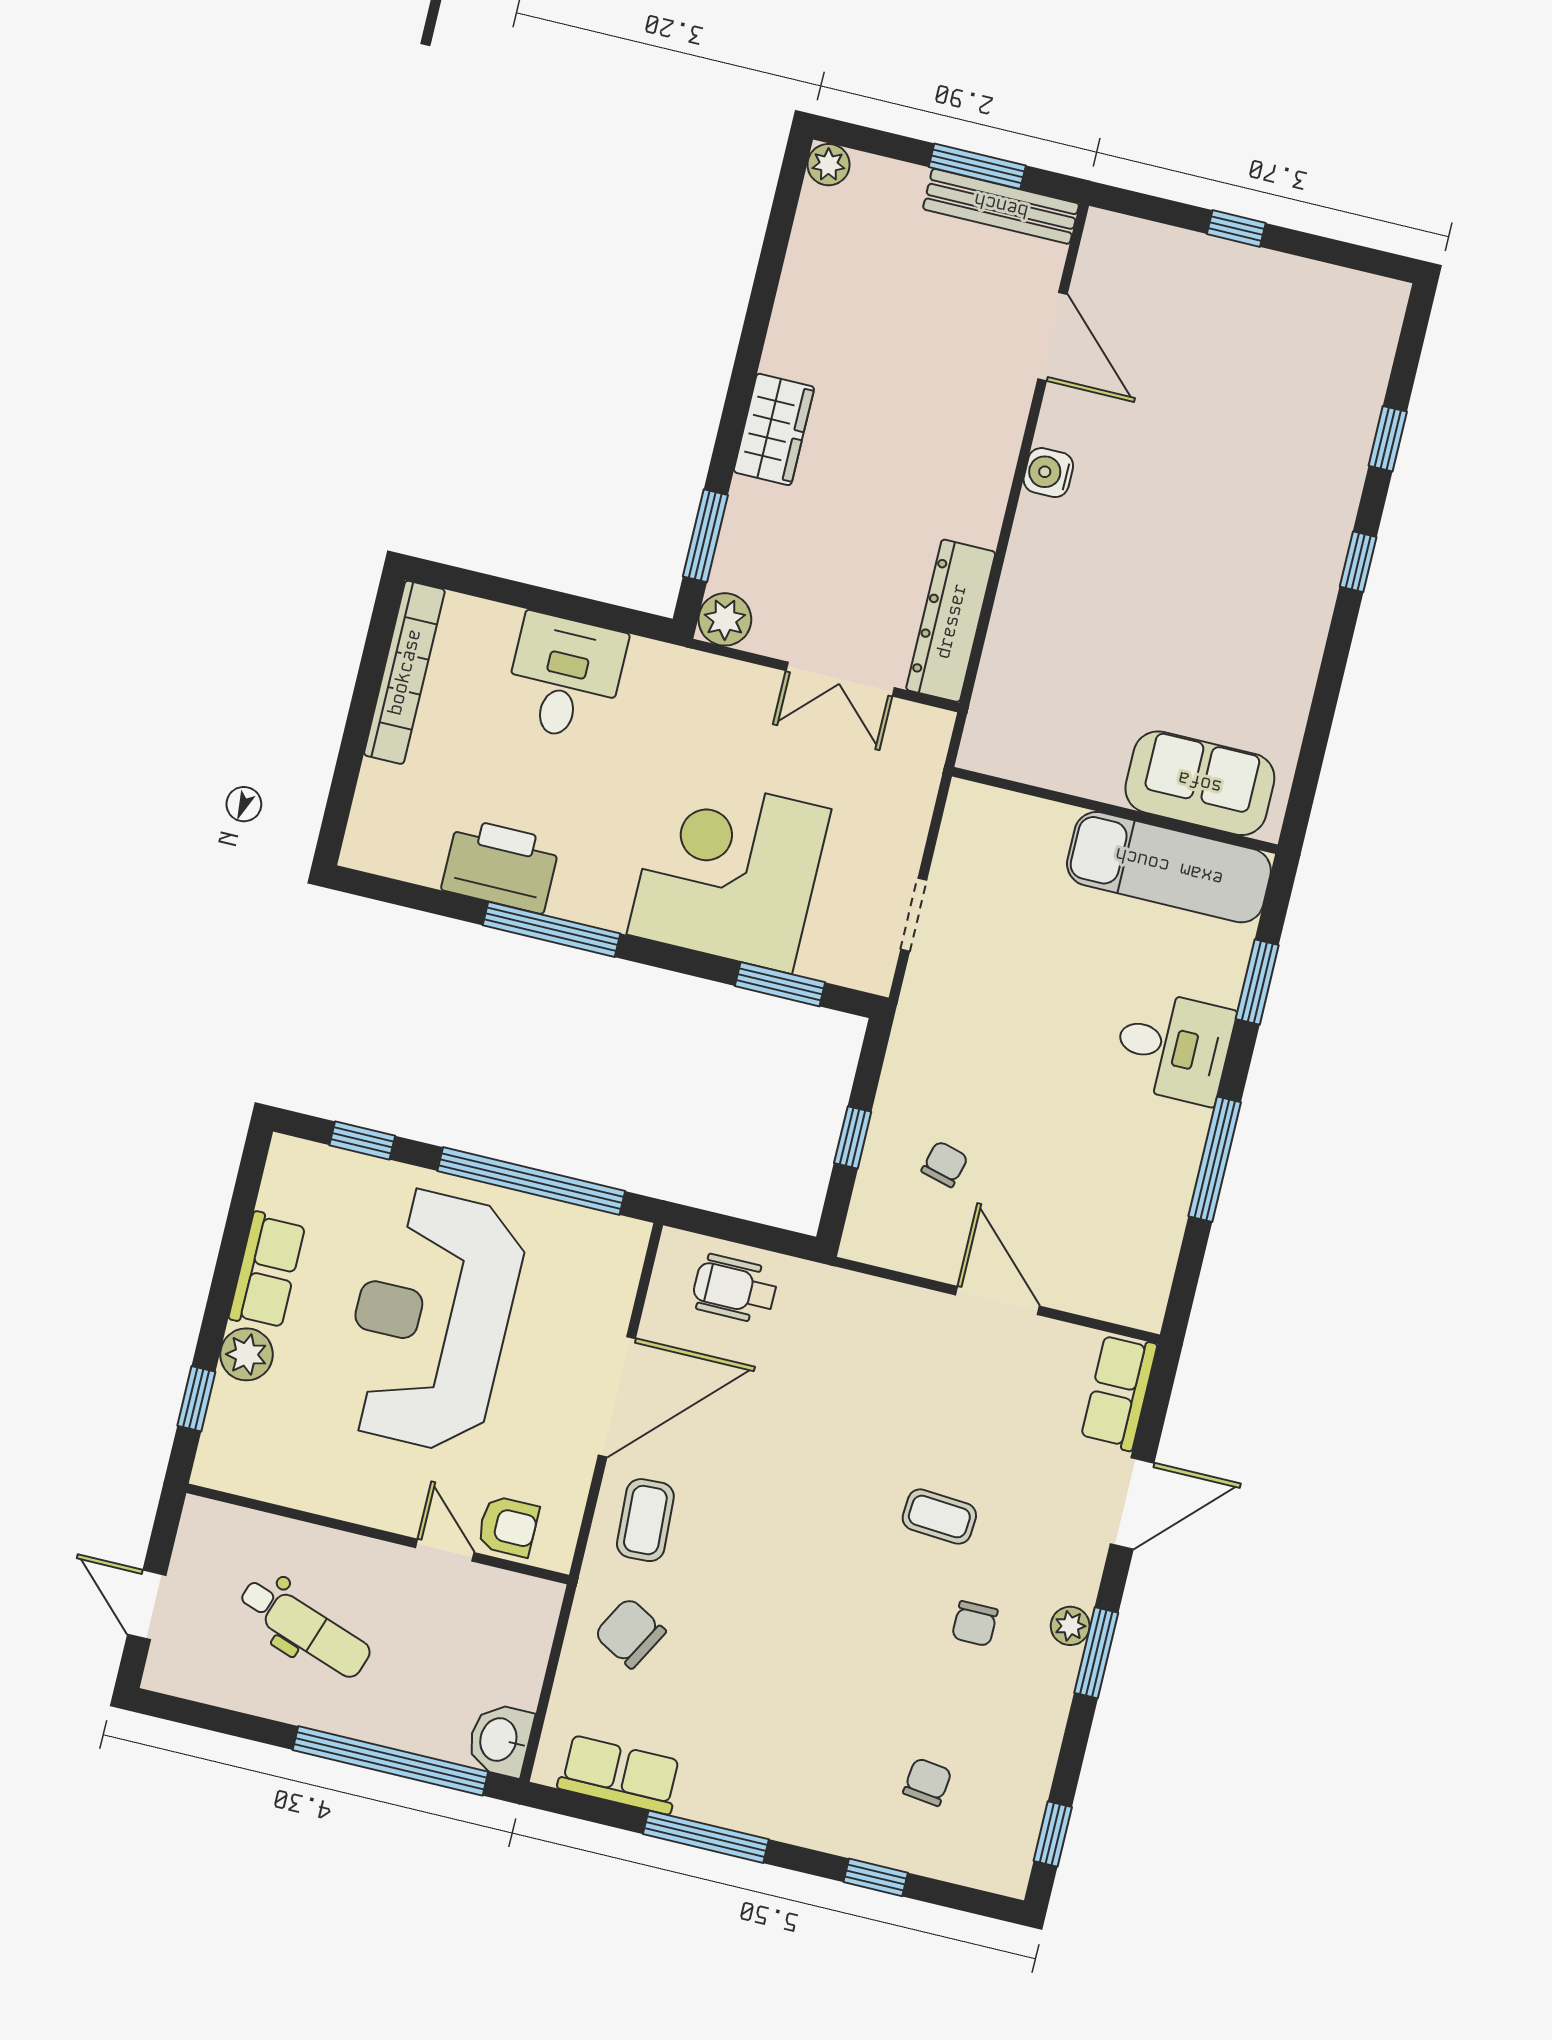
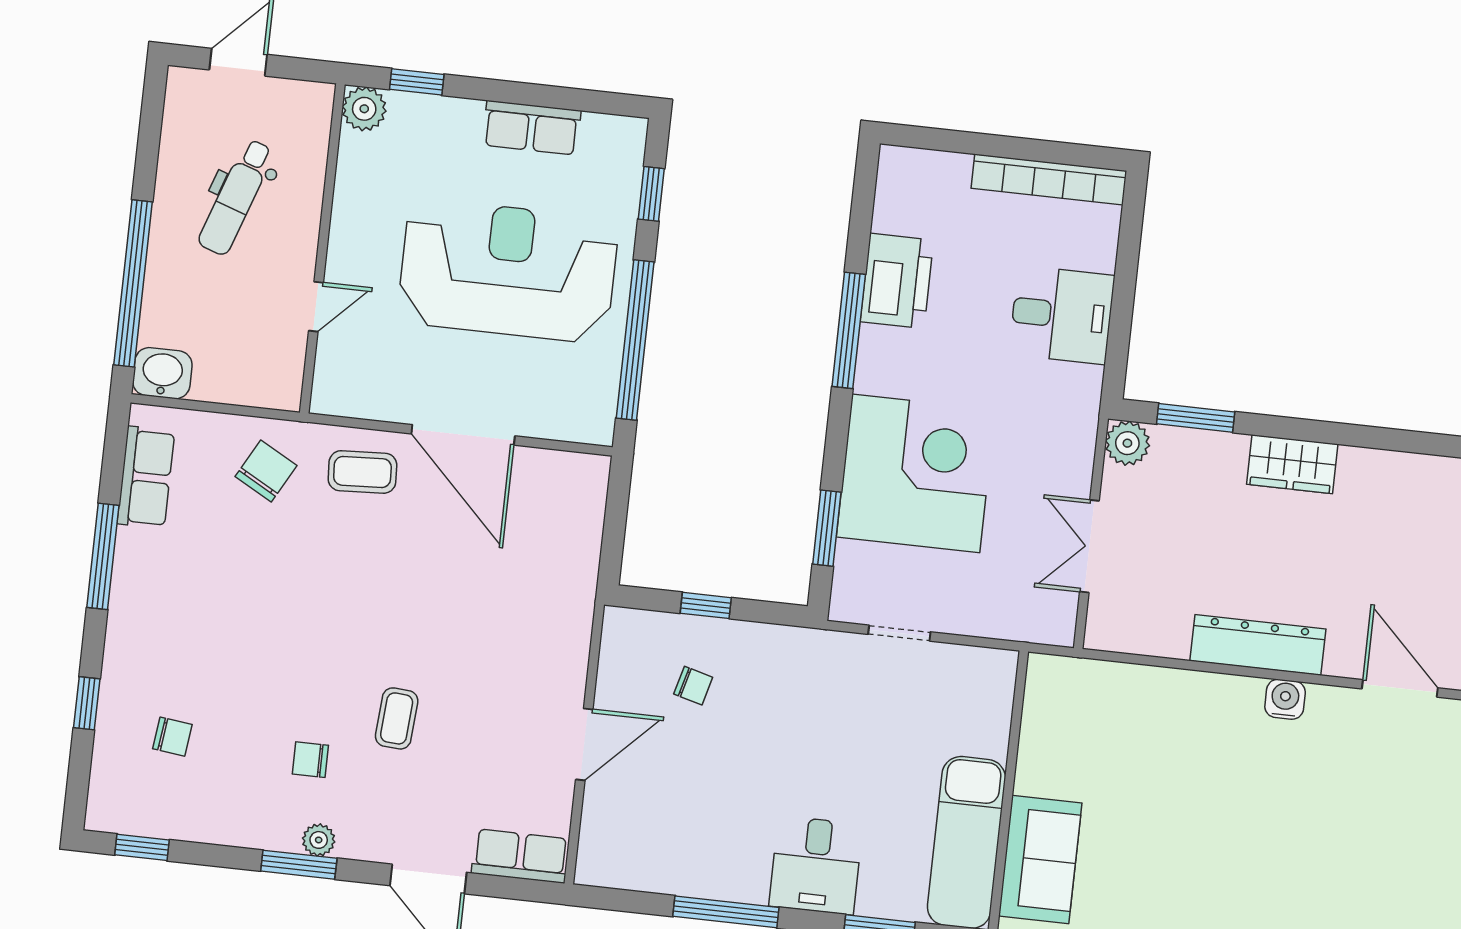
door: (1053, 336) -> (1400, 688), swing flipped
dresser: (951, 621) -> (1258, 645), moved
wheelchair: (735, 1289) -> (566, 522), removed
plant: (246, 1354) -> (364, 109), moved
armchair: (508, 1526) -> (343, 357), removed

